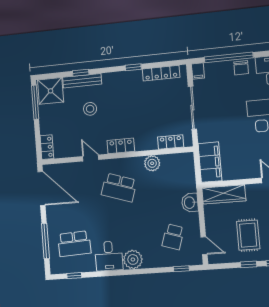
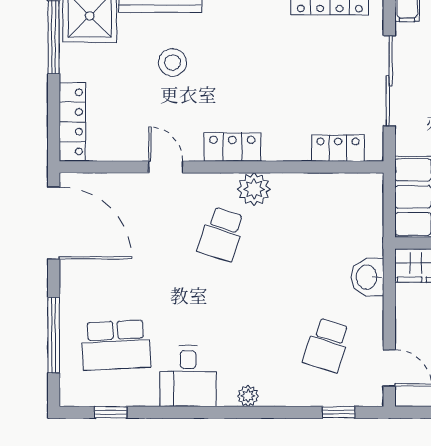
locker: (47, 147) -> (72, 122), width x1.53
plant: (152, 163) -> (254, 189), moved
school desk: (119, 187) -> (221, 234), width x0.54
plant: (133, 259) -> (248, 396), width x0.53, depth x0.53

